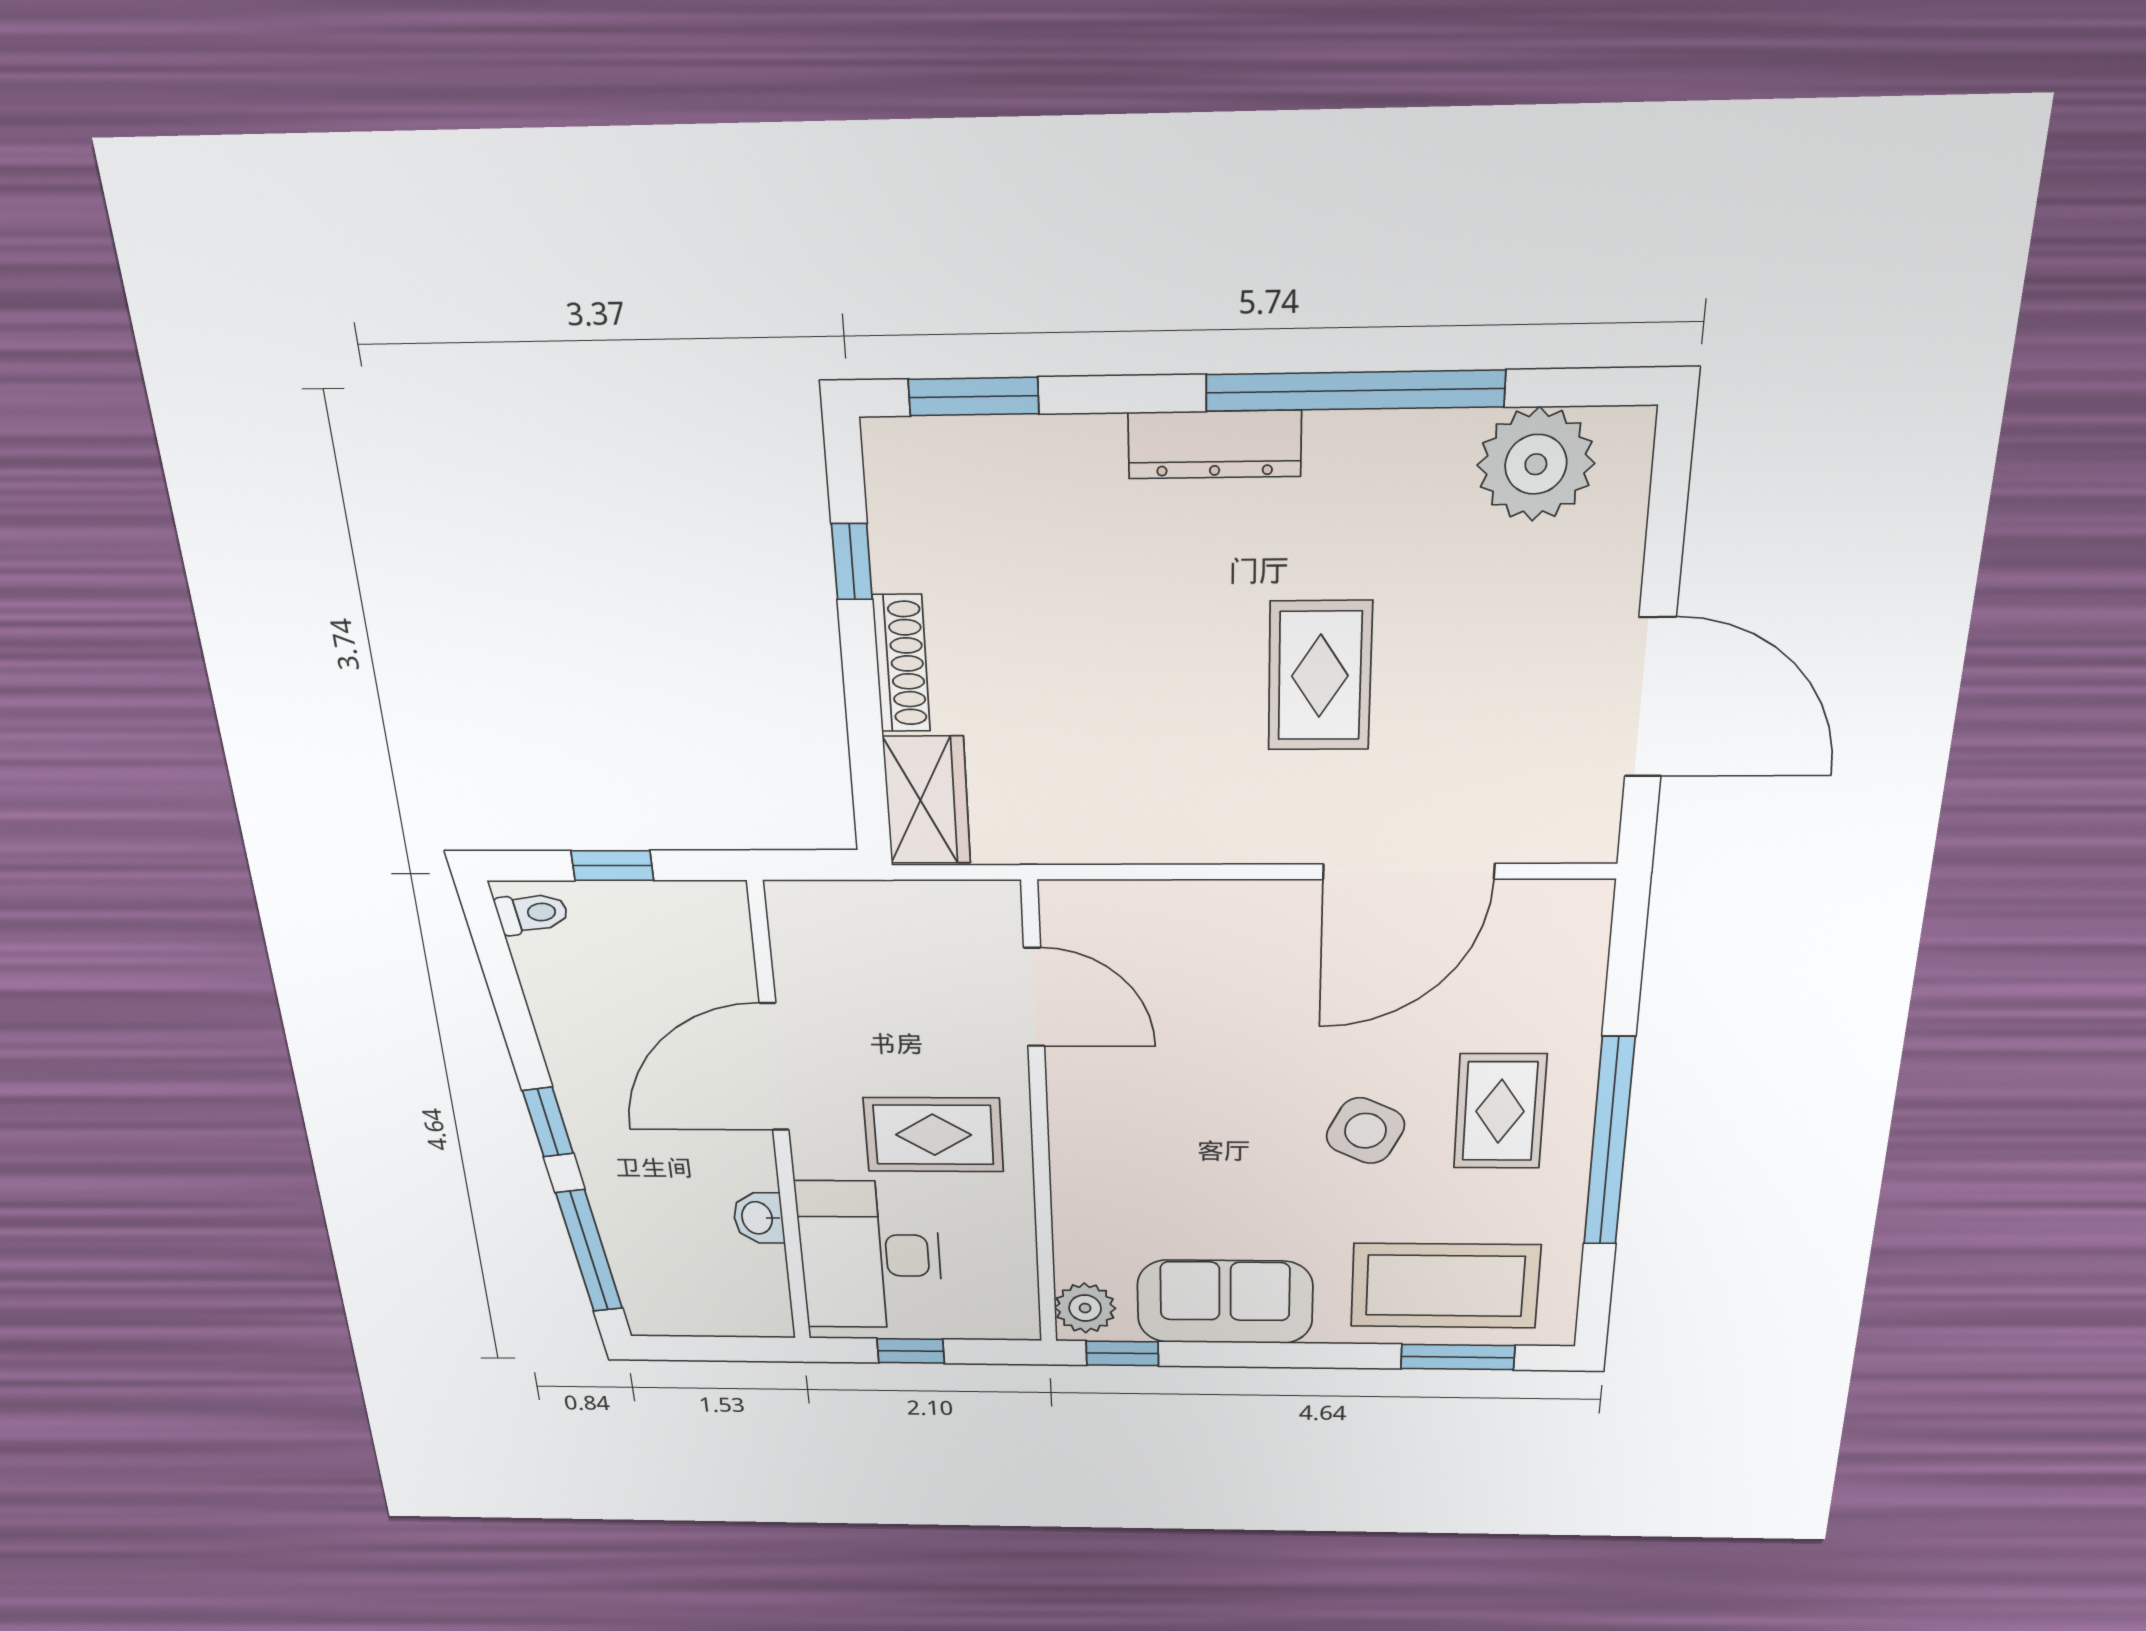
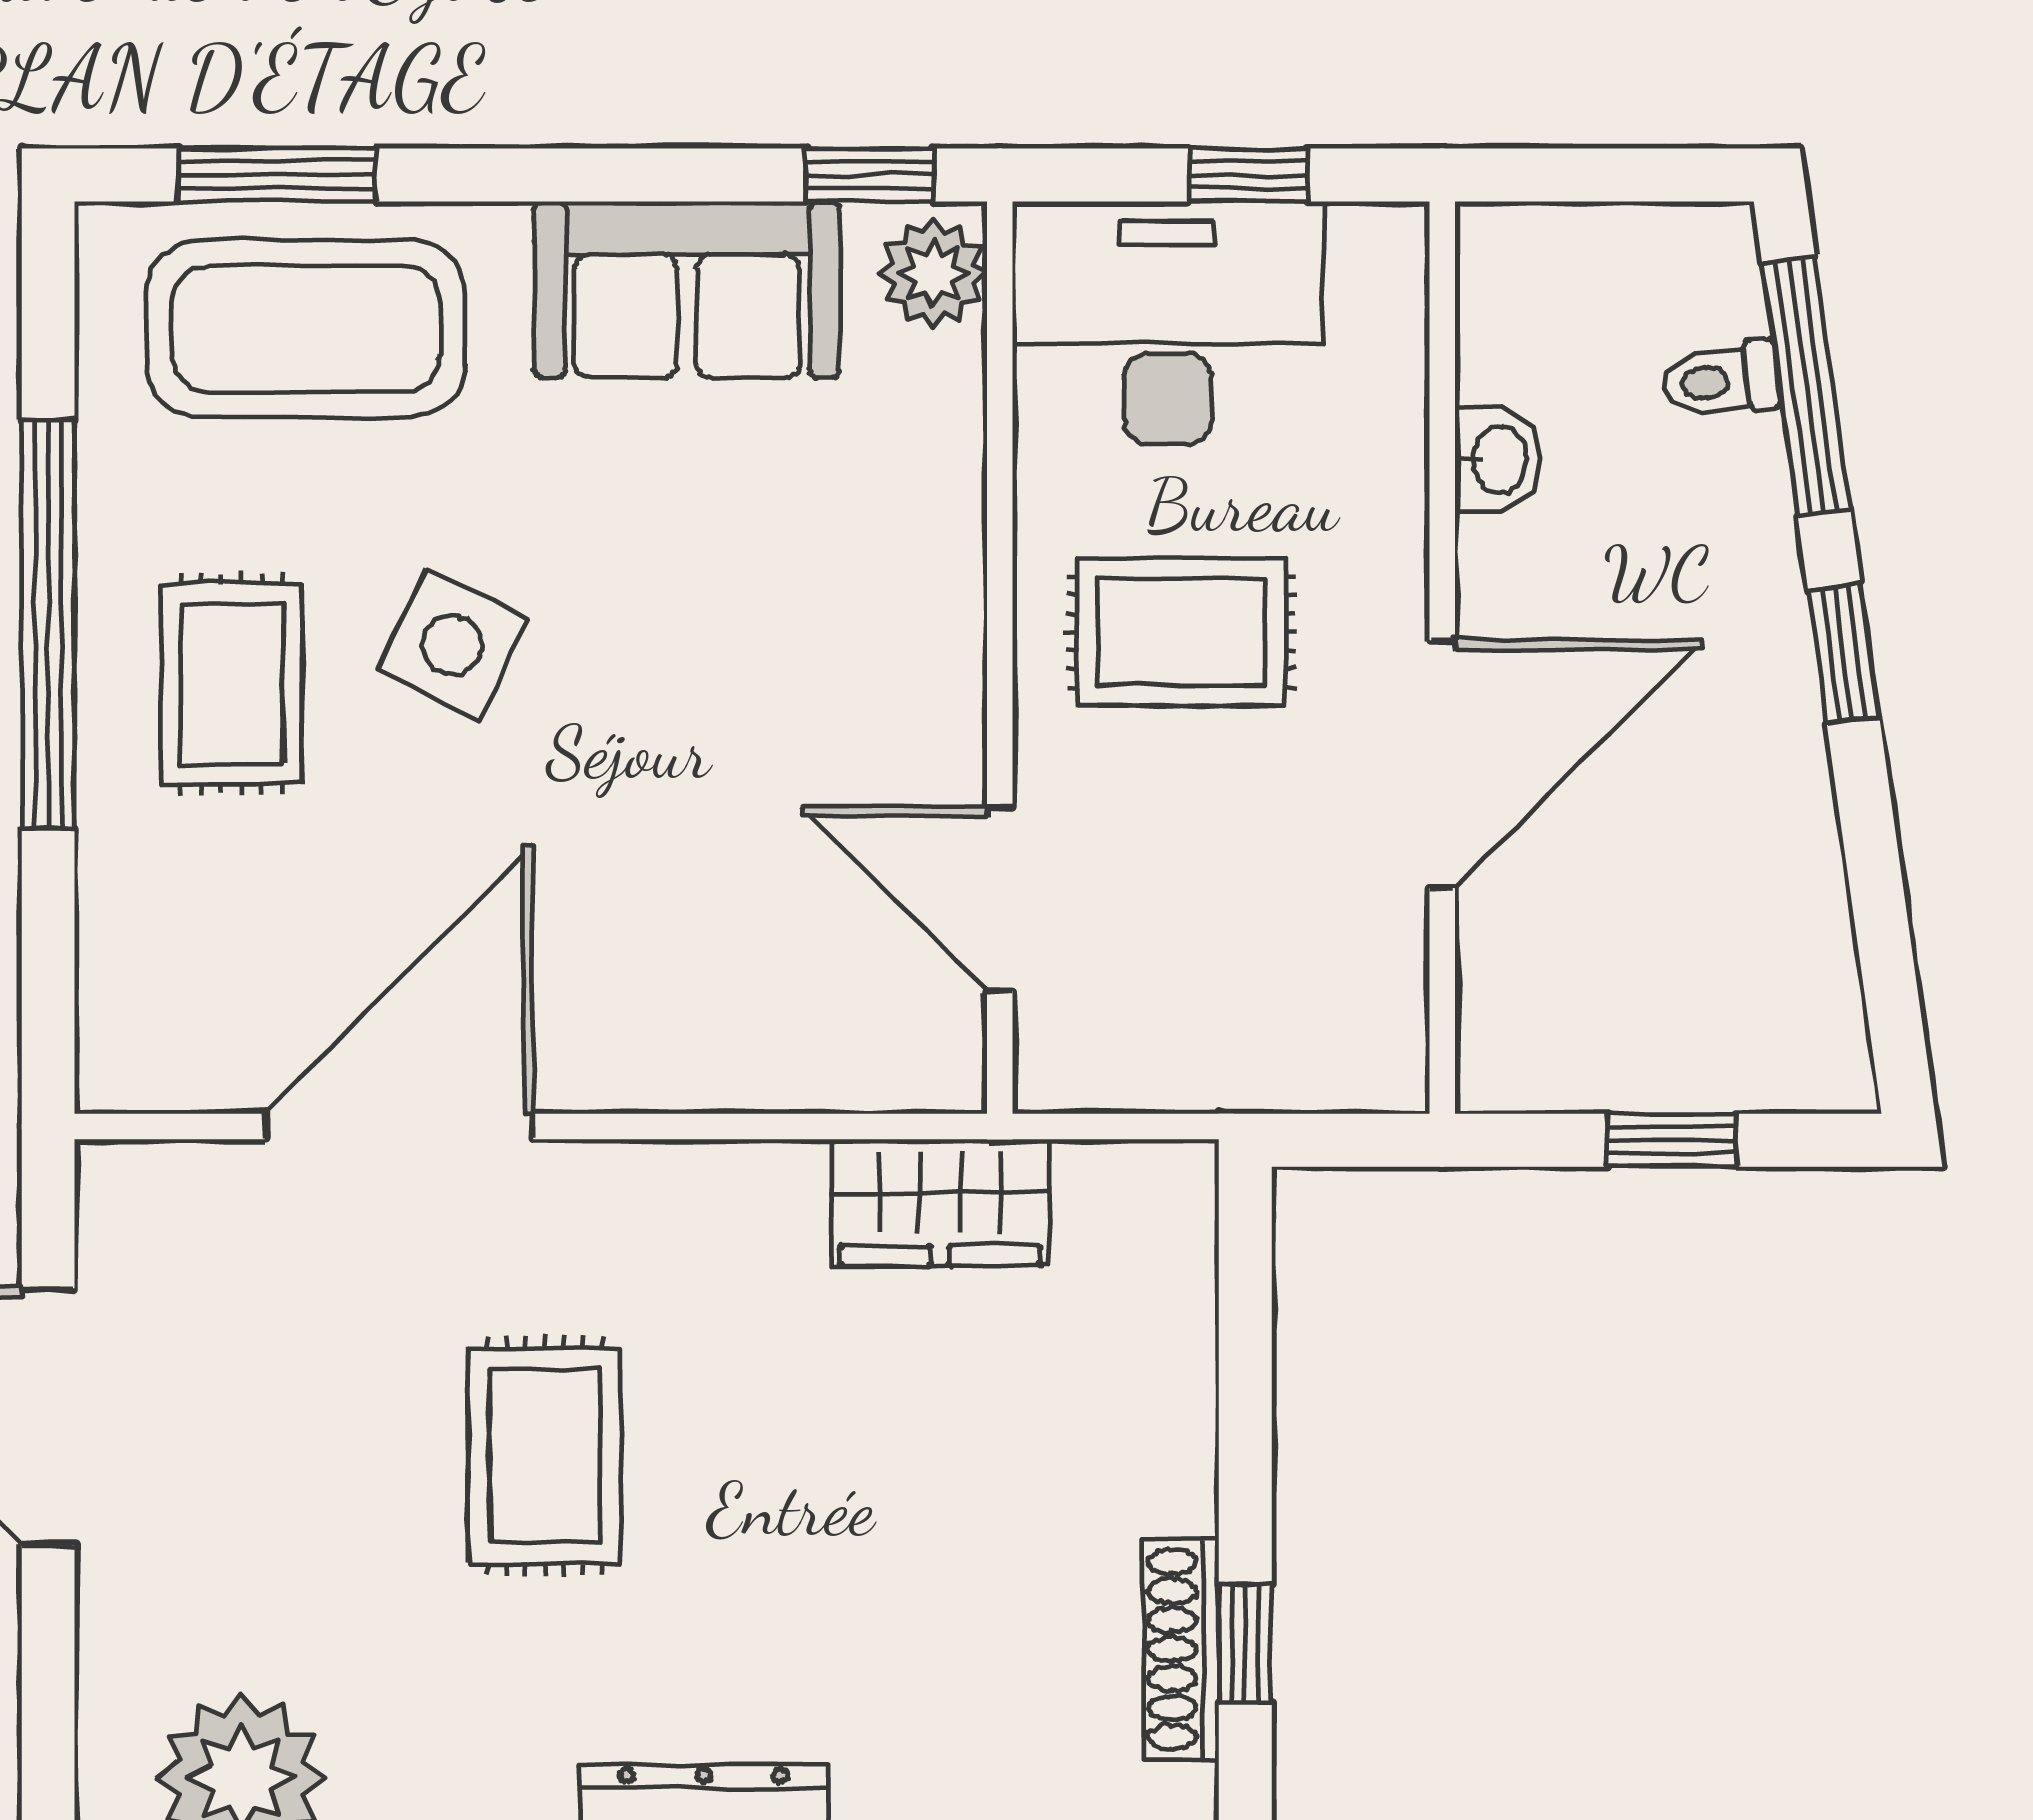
shoe rack: (901, 663) -> (1181, 1649), moved
wardrobe: (927, 800) -> (940, 1202), moved, turned -90
toilet: (532, 913) -> (1721, 380), moved
desk: (870, 1255) -> (1168, 323), moved, turned -90

